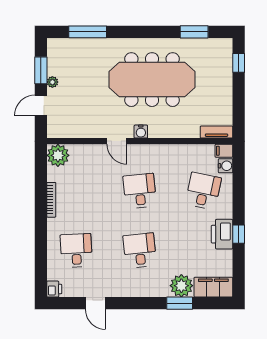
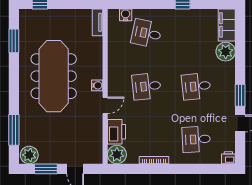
plant: (52, 82) -> (29, 155), moved, width x1.88, depth x1.88
filing cabinet: (224, 151) -> (113, 16), removed
printer: (222, 234) -> (117, 132), moved, turned -90
window: (180, 303) -> (240, 95), moved

